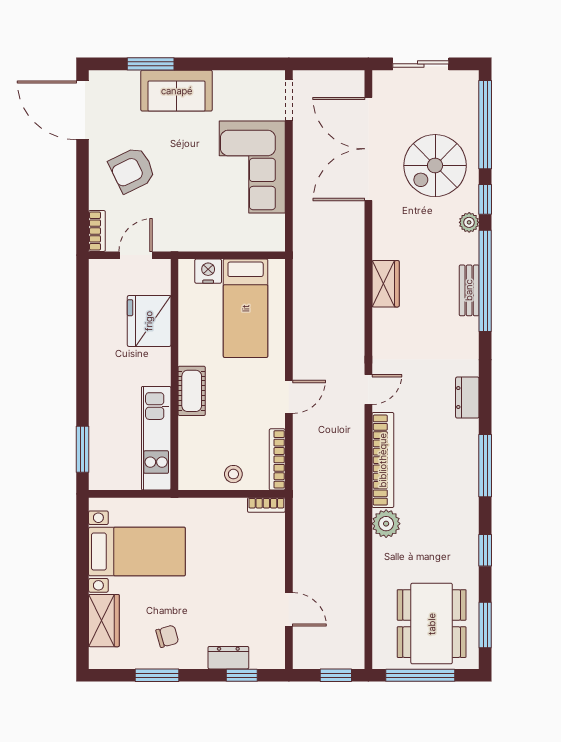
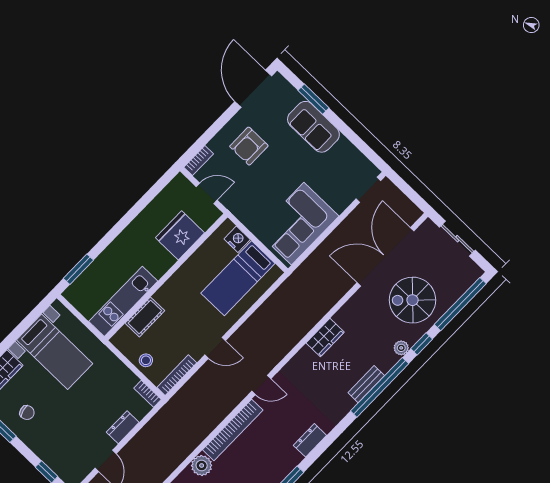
corner sofa: (252, 167) -> (298, 224), moved
armchair: (132, 170) -> (249, 146), turned -64
cot: (192, 391) -> (145, 317), moved
dresser: (228, 658) -> (123, 427), moved, turned -90

